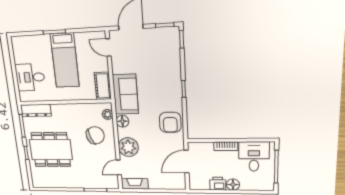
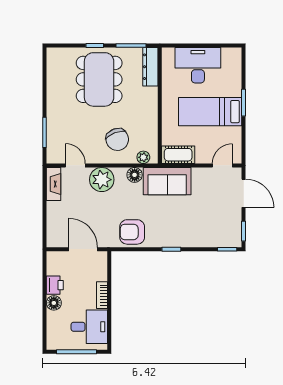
desk: (30, 77) -> (198, 65), width x1.37

